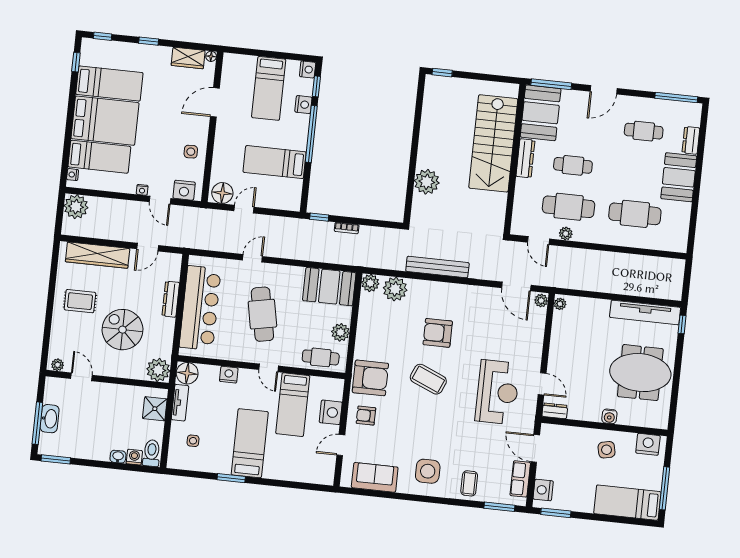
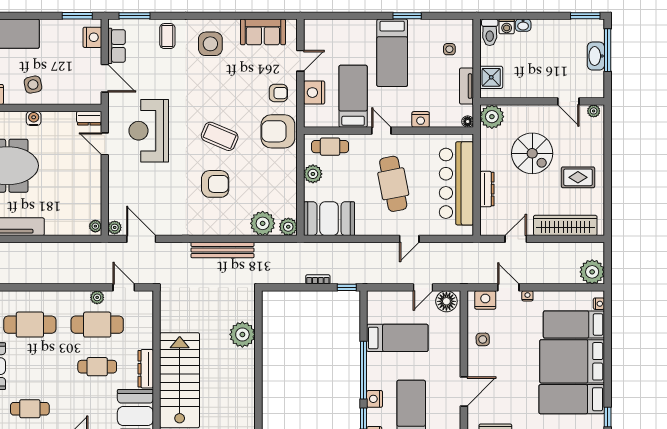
floor lamp: (187, 373) -> (468, 122), width x0.53, depth x0.53

